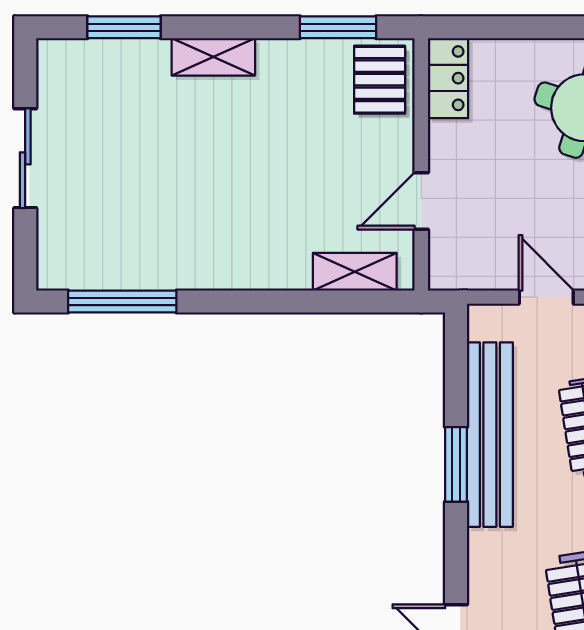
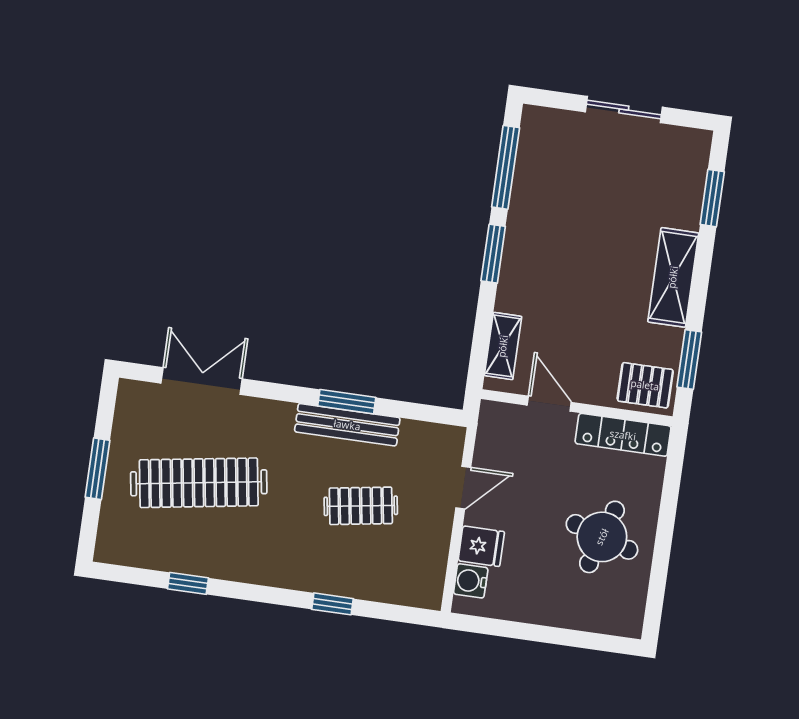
shelving: (213, 57) -> (673, 277), width x1.50, depth x1.33
locker: (448, 78) -> (623, 435), width x1.53
window: (237, 301) -> (493, 254), added
bench: (490, 435) -> (347, 425), width x0.73, depth x0.82

